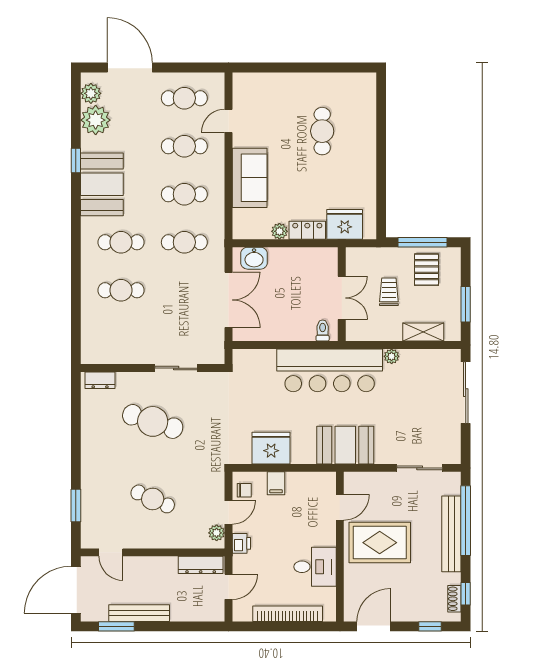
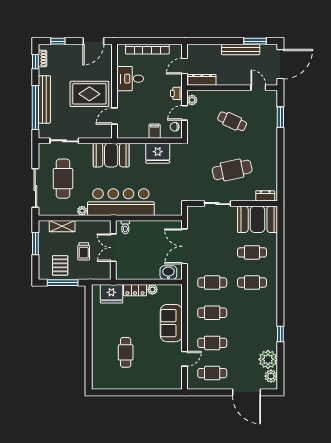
booth: (102, 184) -> (258, 219), moved, turned 90
cafe table: (422, 408) -> (63, 179), added
cafe table: (153, 421) -> (232, 170), turned -30

